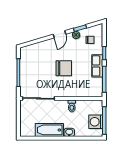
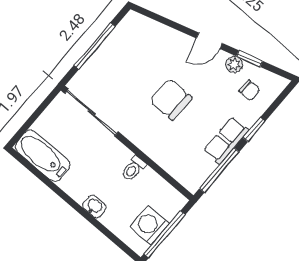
chair: (64, 68) -> (171, 99), turned 180
bathtub: (49, 130) -> (43, 156), moved

